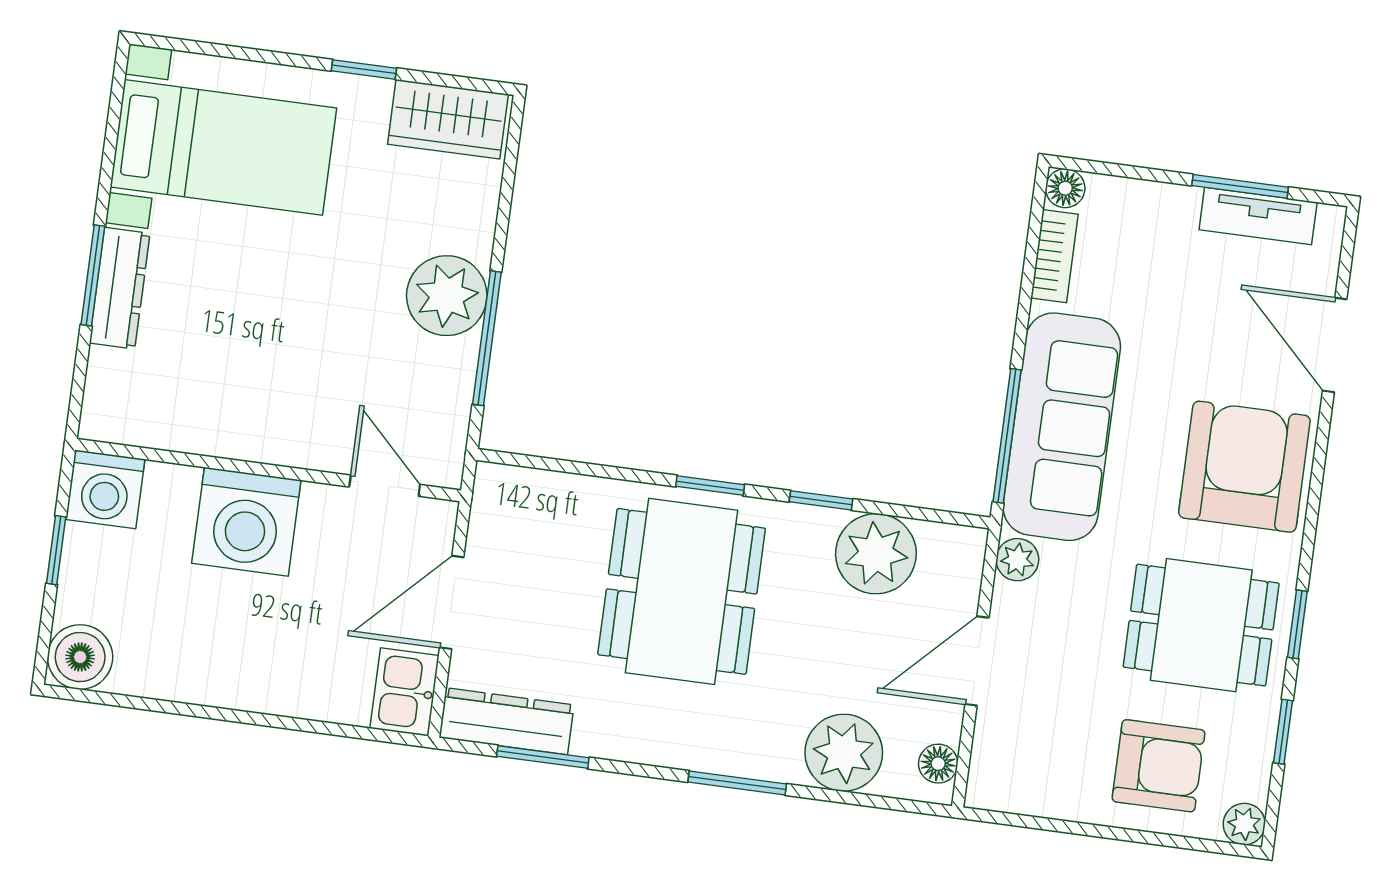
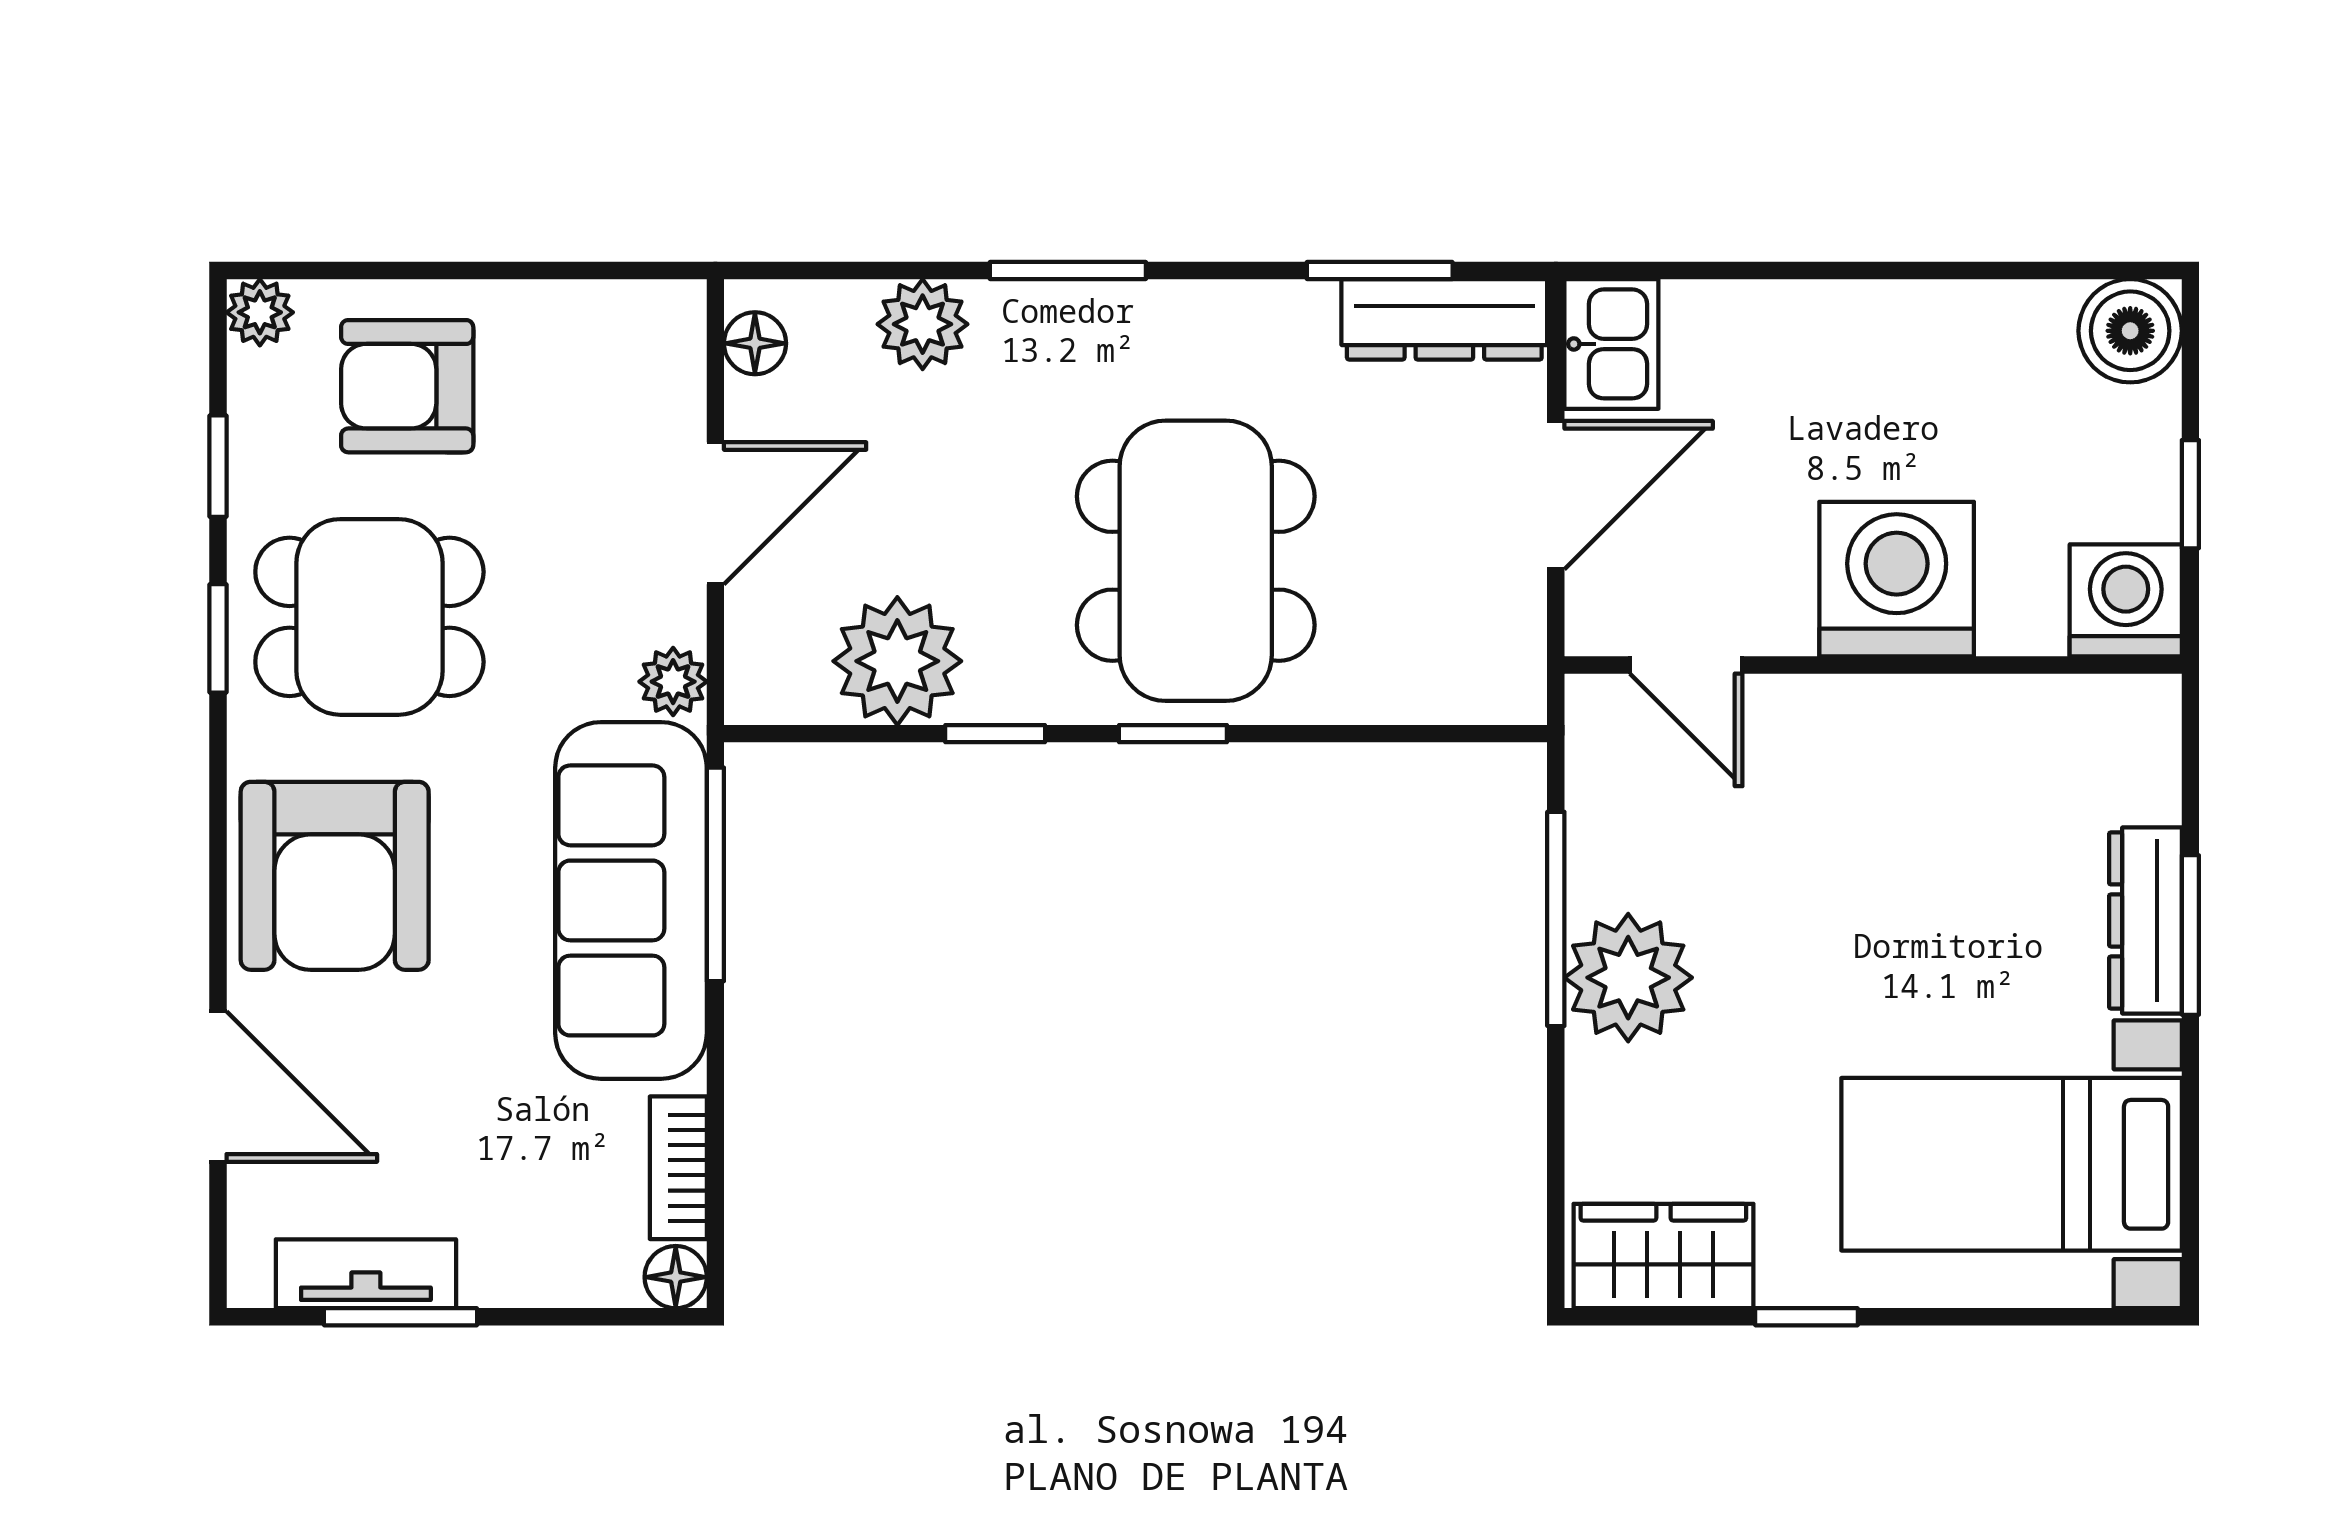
plant: (844, 753) -> (923, 324), width x0.73, depth x0.73

